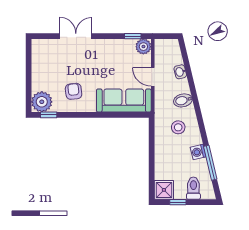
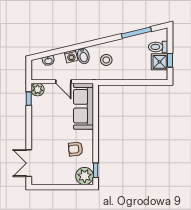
double door: (76, 36) -> (29, 163), moved
washbasin: (180, 72) -> (48, 61), moved
door: (153, 77) -> (63, 82), hinge flipped
washing machine: (198, 152) -> (71, 56), moved
shower: (164, 190) -> (160, 62), moved

